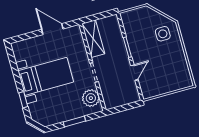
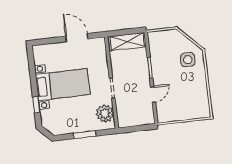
shelving: (93, 39) -> (127, 42), moved, turned 90

